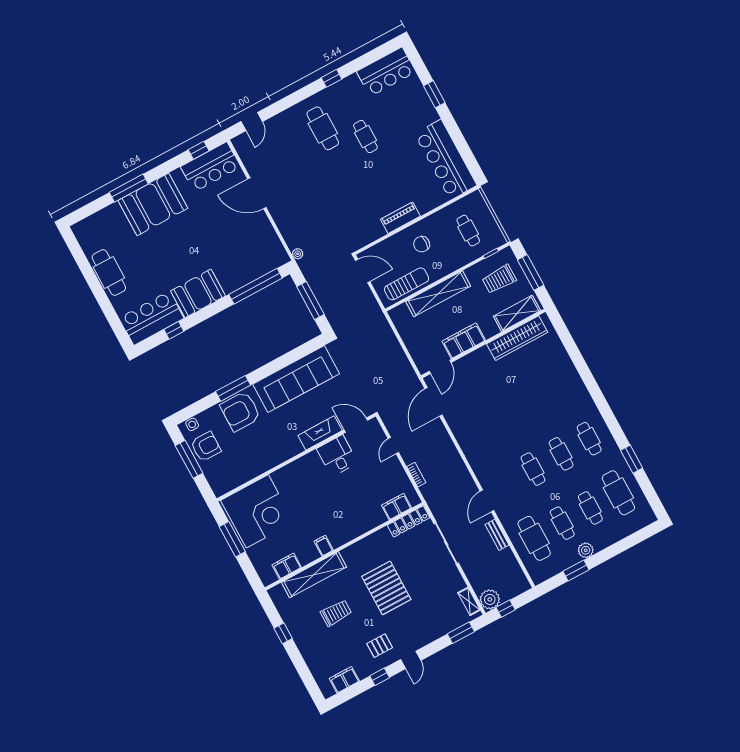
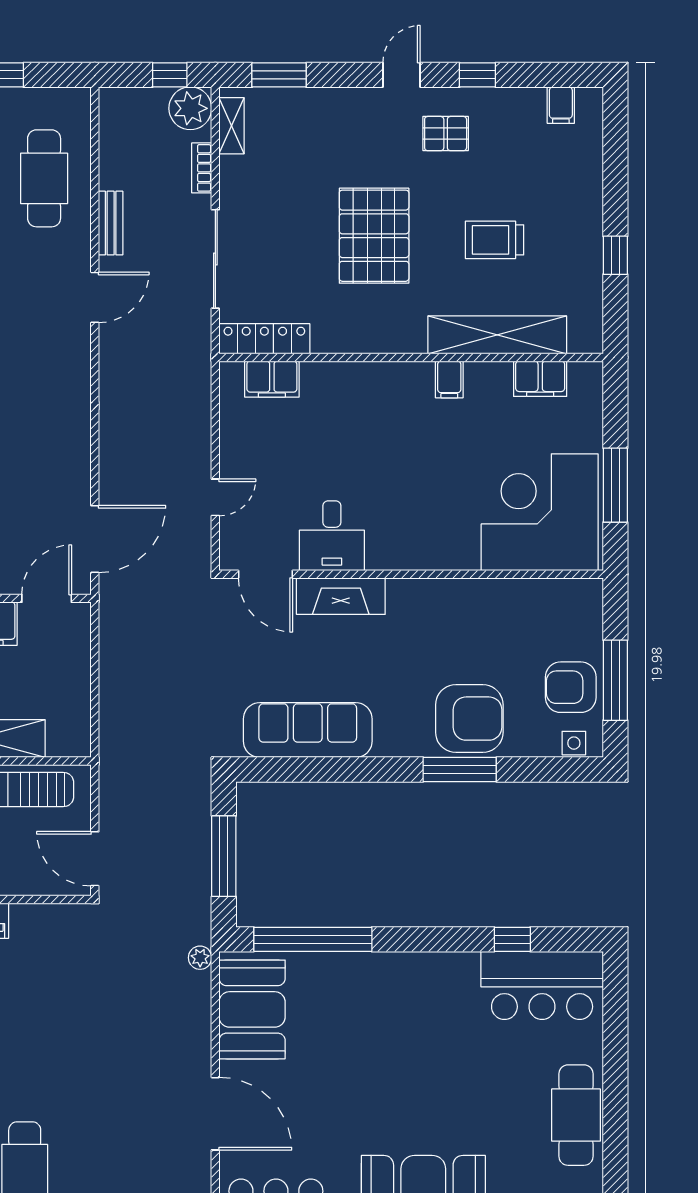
booth: (198, 293) -> (252, 1009), moved, turned 90
sofa: (296, 379) -> (308, 730), width x0.74, depth x0.79
bookcase: (416, 475) -> (202, 168), moved
filing cabinet: (344, 680) -> (561, 105), width x0.50

